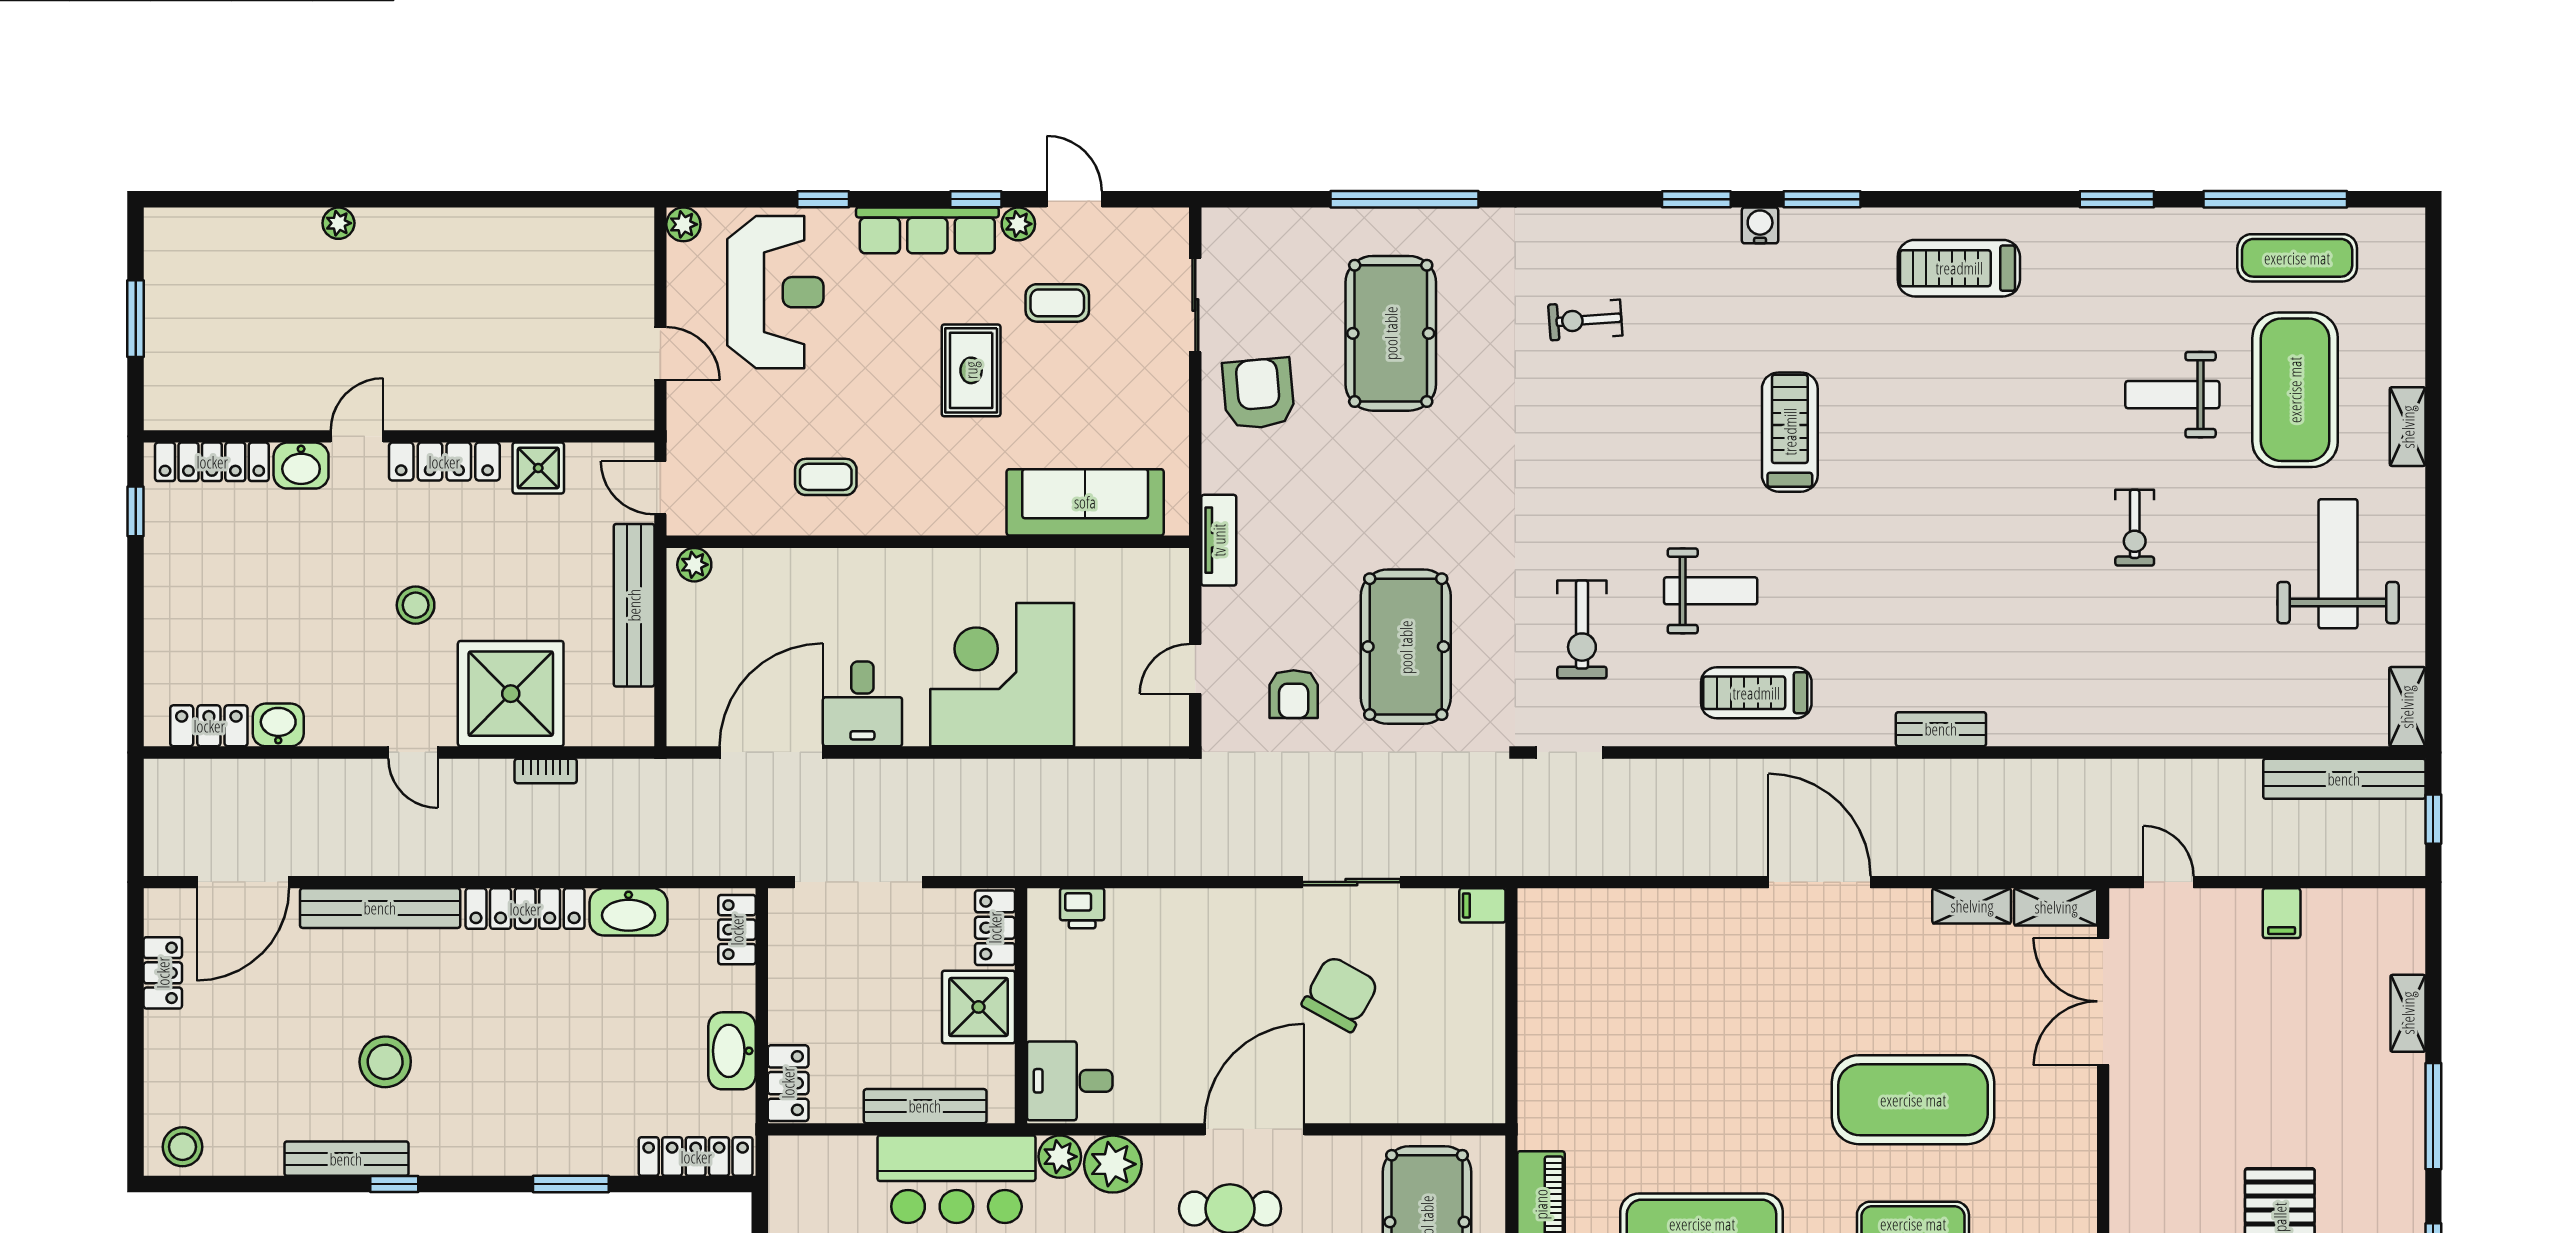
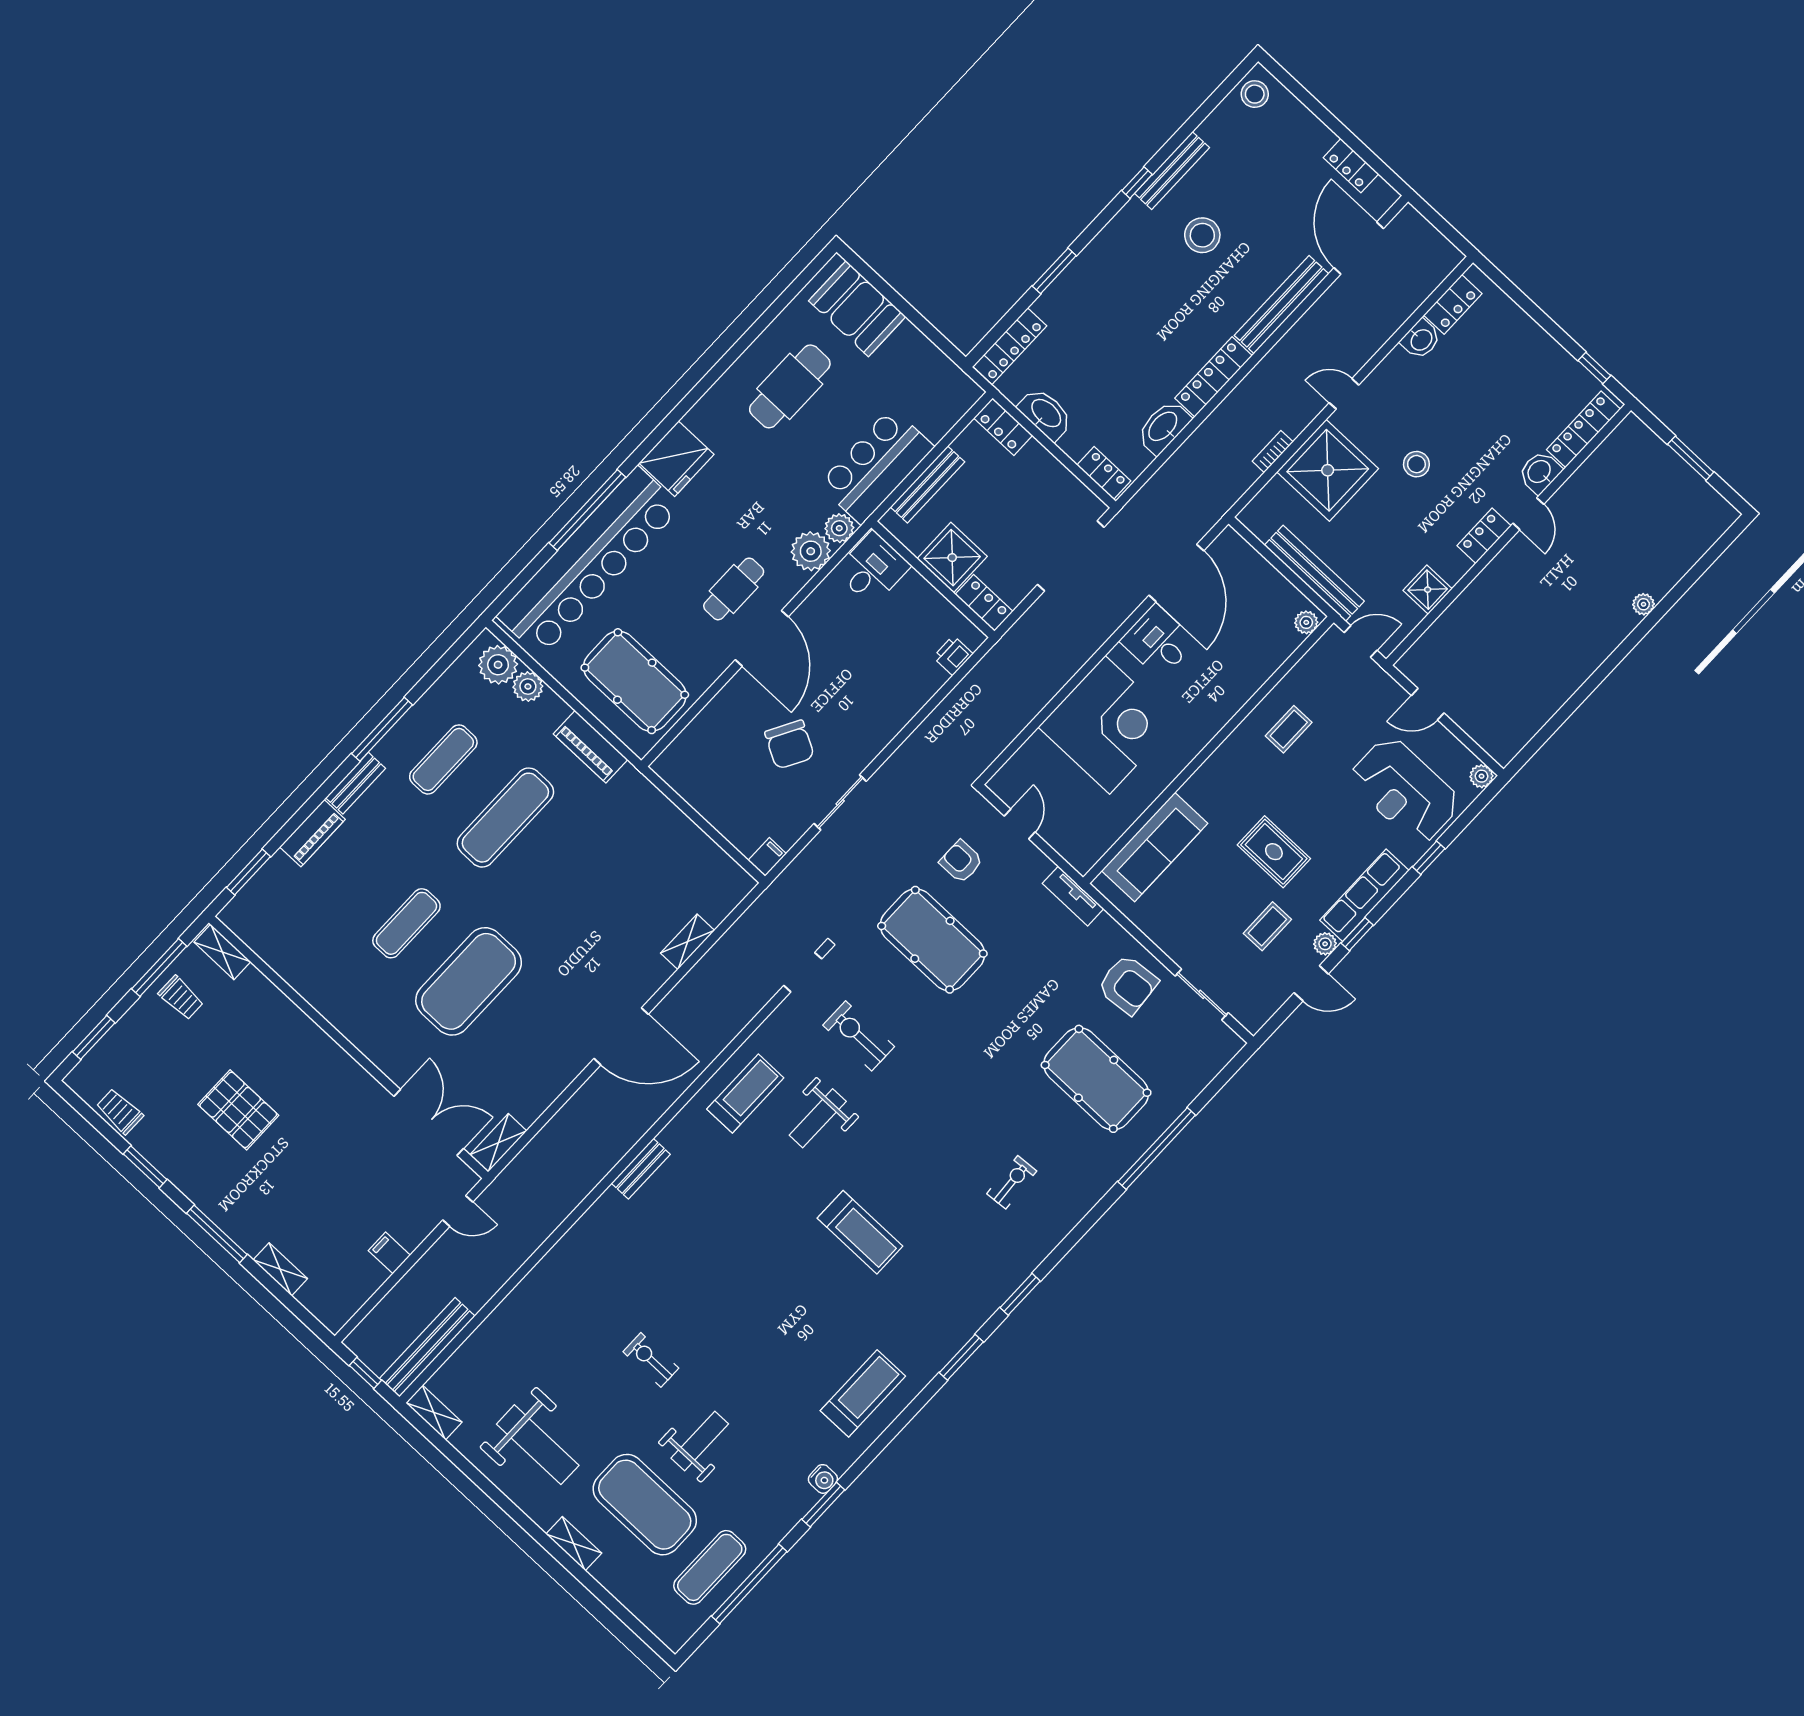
water cooler: (1760, 225) -> (823, 1479), moved
locker: (444, 462) -> (1484, 536), width x0.66
shelving: (1972, 906) -> (687, 942), moved

